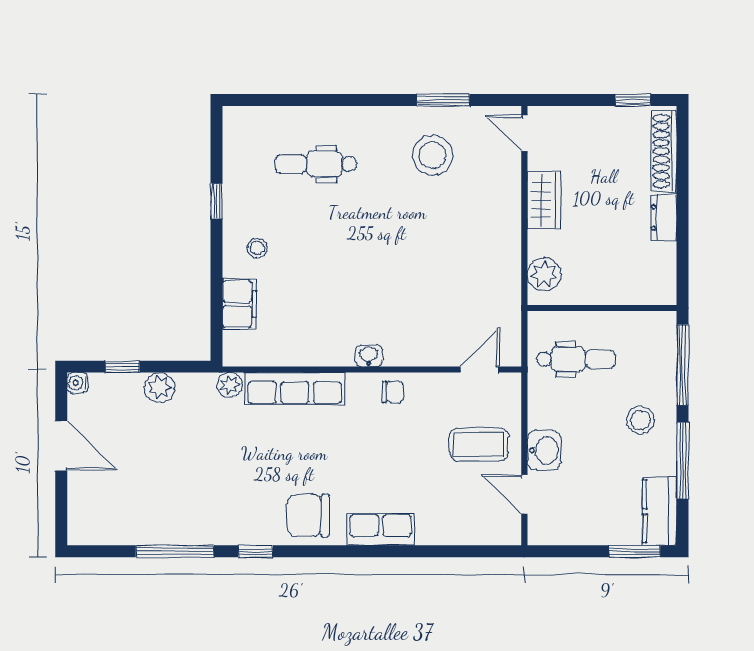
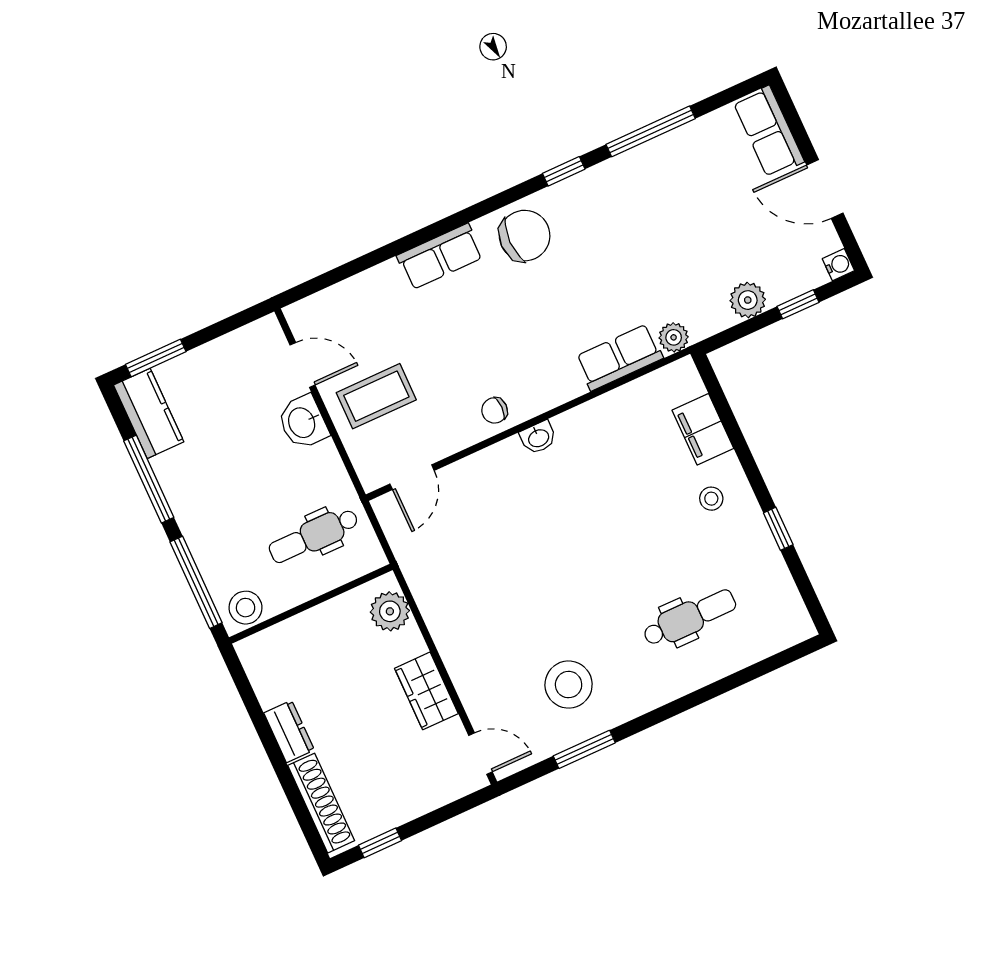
row of seats: (295, 389) -> (619, 357), width x0.68
stool: (640, 420) -> (246, 608), moved
row of seats: (84, 510) -> (769, 132), added

